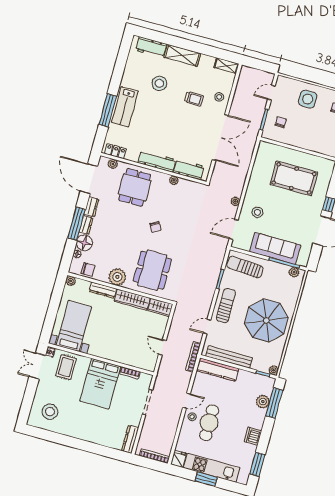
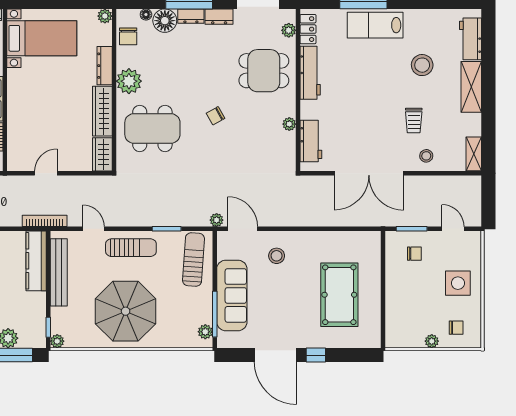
workbench: (157, 161) -> (310, 73), moved
plant: (235, 201) -> (217, 220), moved

